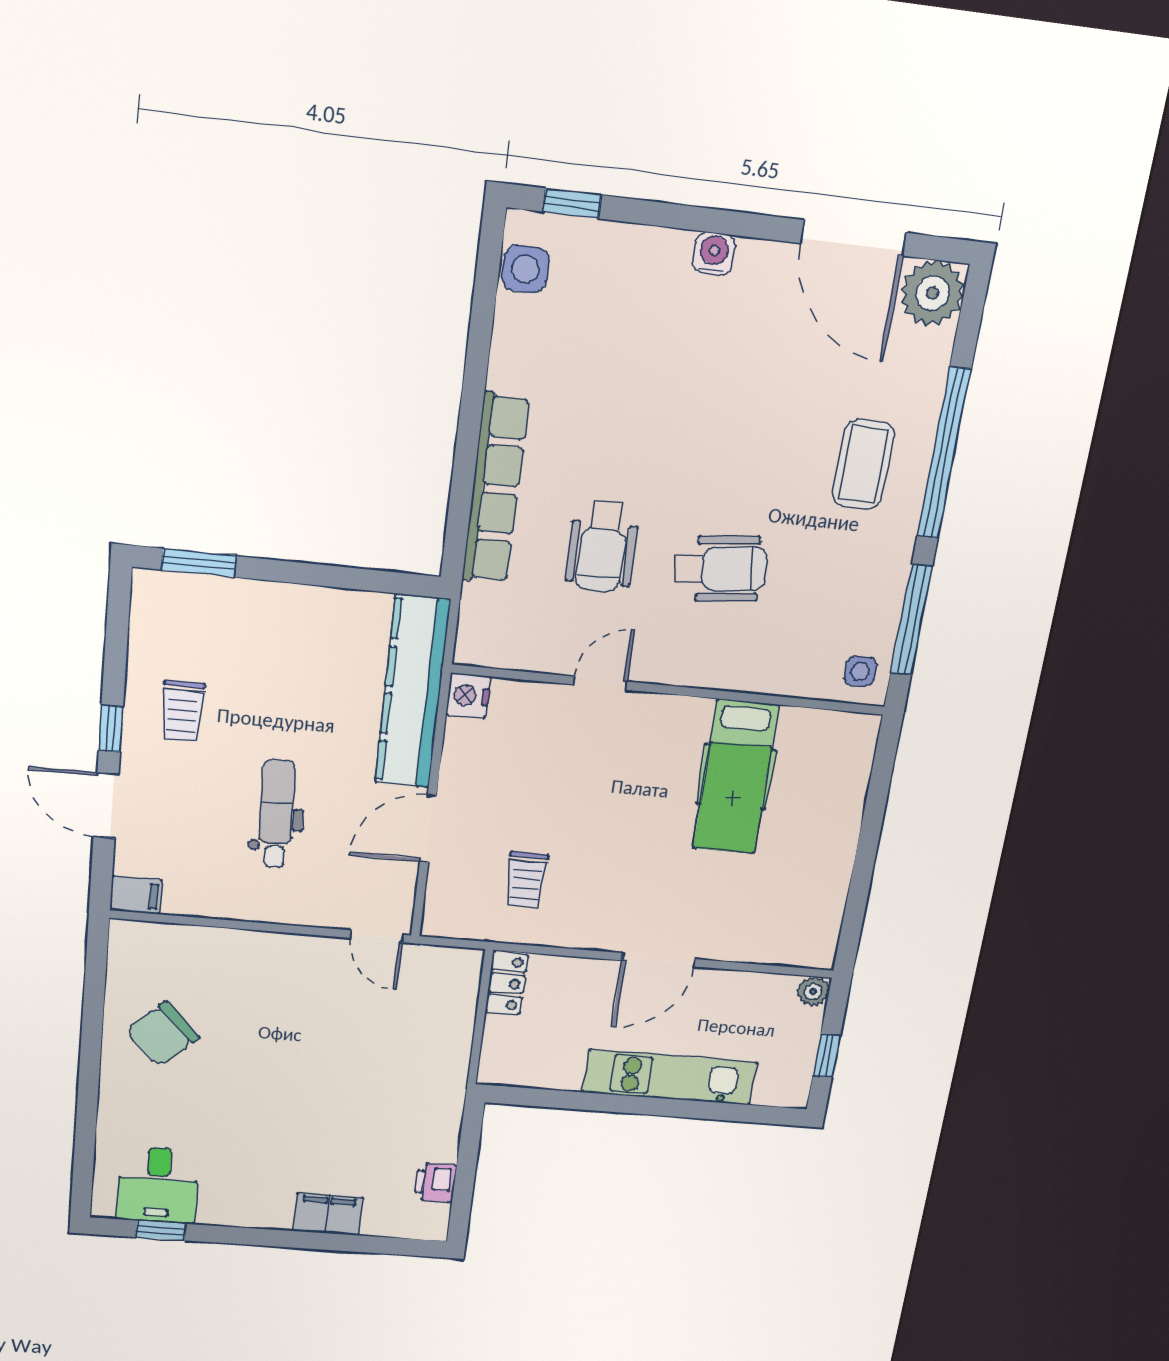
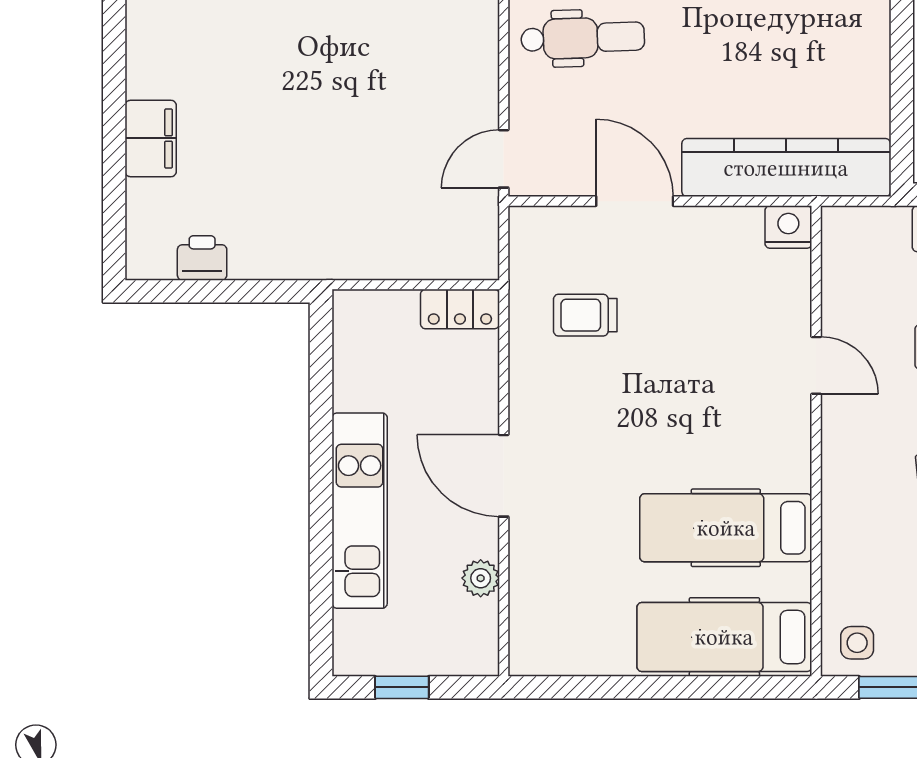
hospital bed: (833, 787) -> (724, 637), added
dental chair: (276, 814) -> (583, 38), moved
plant: (813, 992) -> (481, 578), moved

